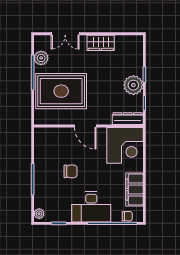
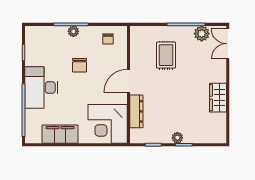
double door: (65, 34) -> (228, 44), moved
plant: (133, 85) -> (177, 138), width x0.53, depth x0.53
rug: (61, 91) -> (166, 55), width x0.54, depth x0.49
dresser: (128, 119) -> (136, 111), moved
plant: (39, 214) -> (73, 31), moved
chair: (127, 216) -> (108, 39), moved

